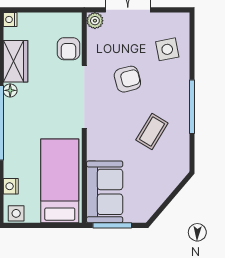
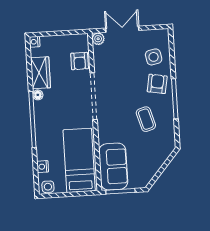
armchair: (127, 79) -> (157, 84), moved, turned -65
coffee table: (152, 131) -> (146, 119), turned -47

